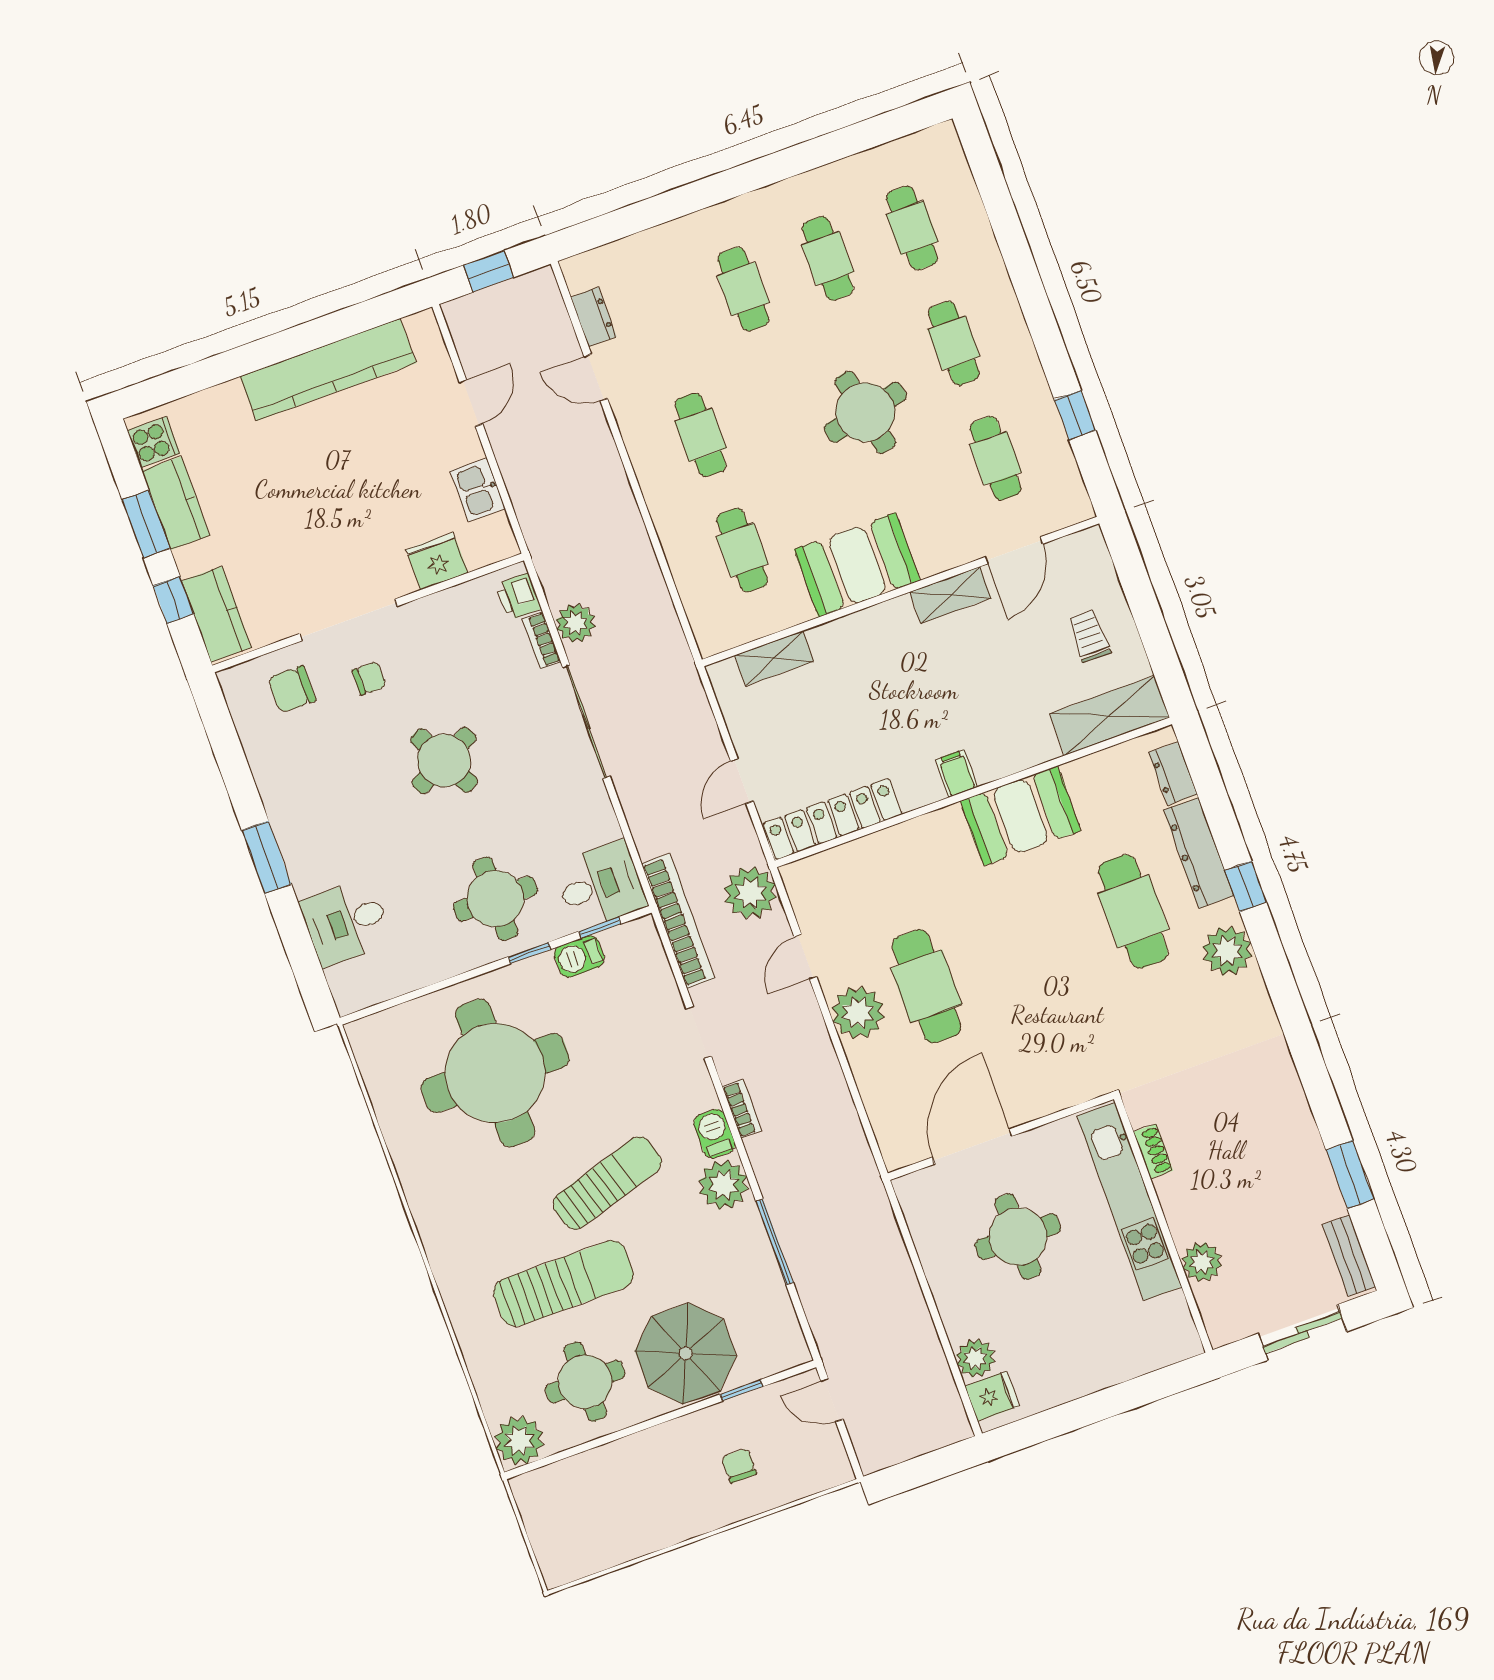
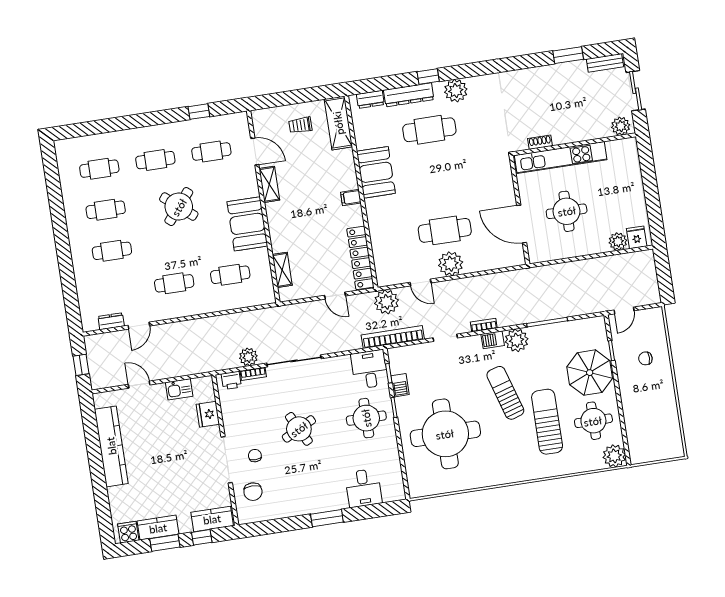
round table: (865, 412) -> (179, 207), turned -38
plant: (1202, 1262) -> (621, 126), moved

